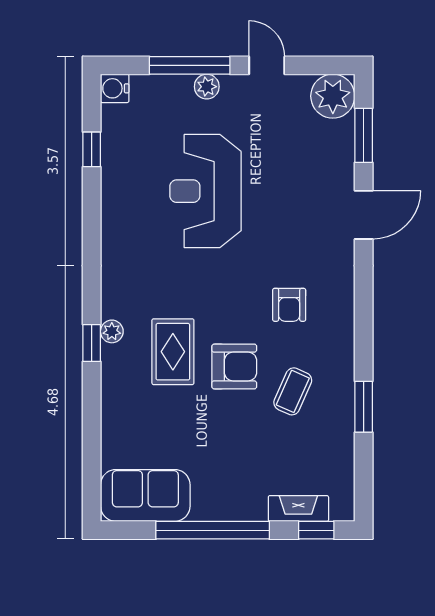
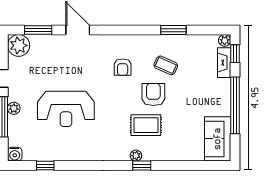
armchair: (289, 305) -> (123, 67), turned 90
plant: (343, 509) -> (225, 40), added

